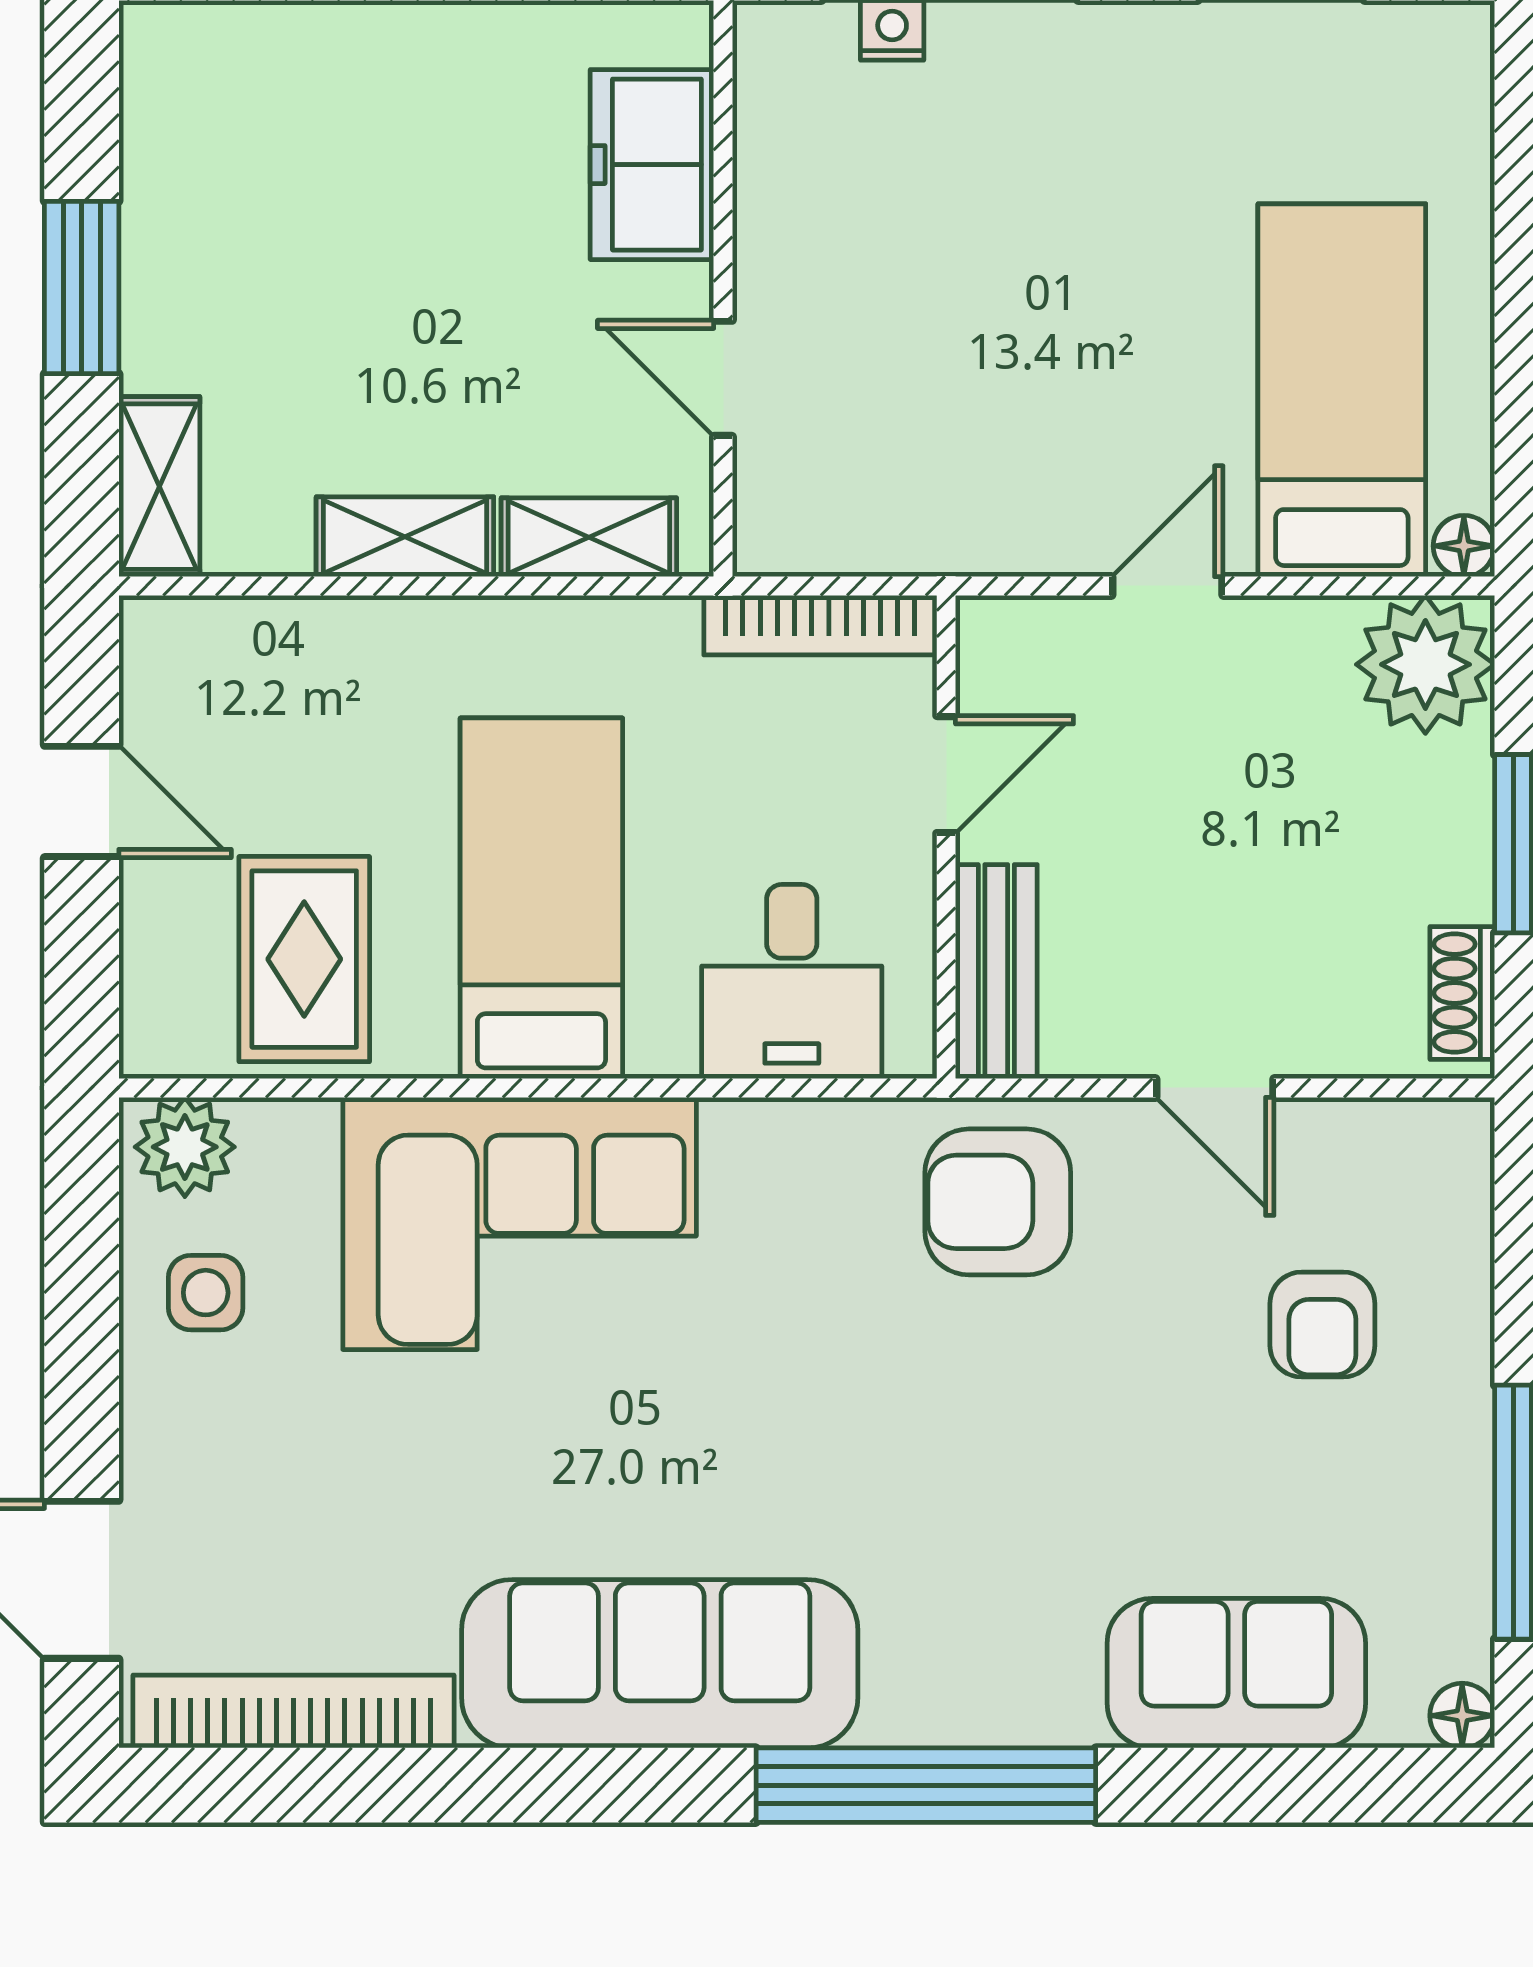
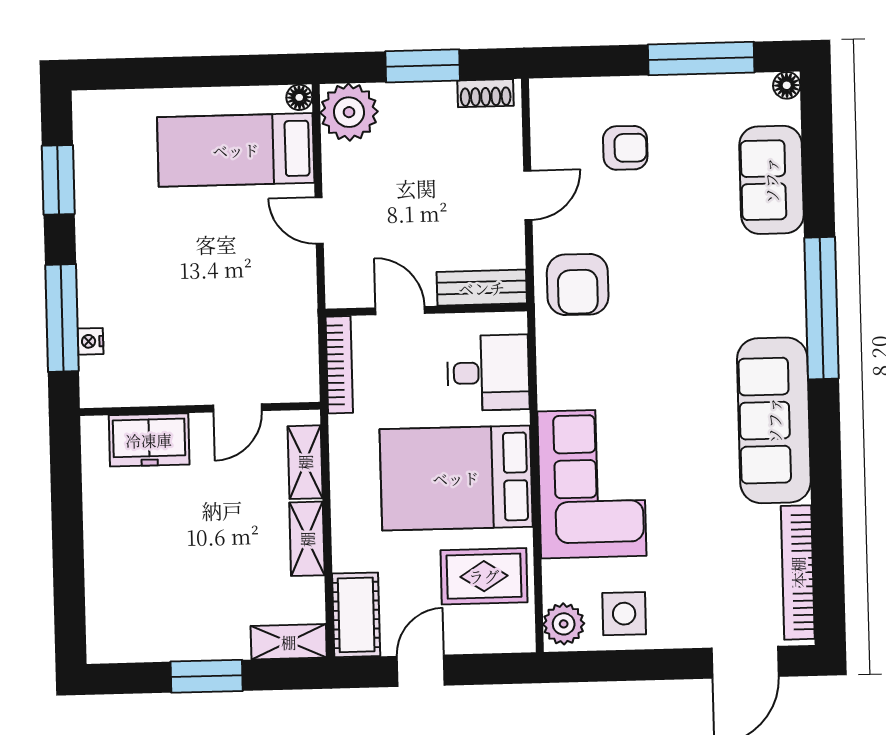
cot: (220, 650) -> (356, 615), added
bed: (541, 898) -> (456, 478), width x1.50
side table: (206, 1293) -> (624, 614), width x1.37, depth x1.37

